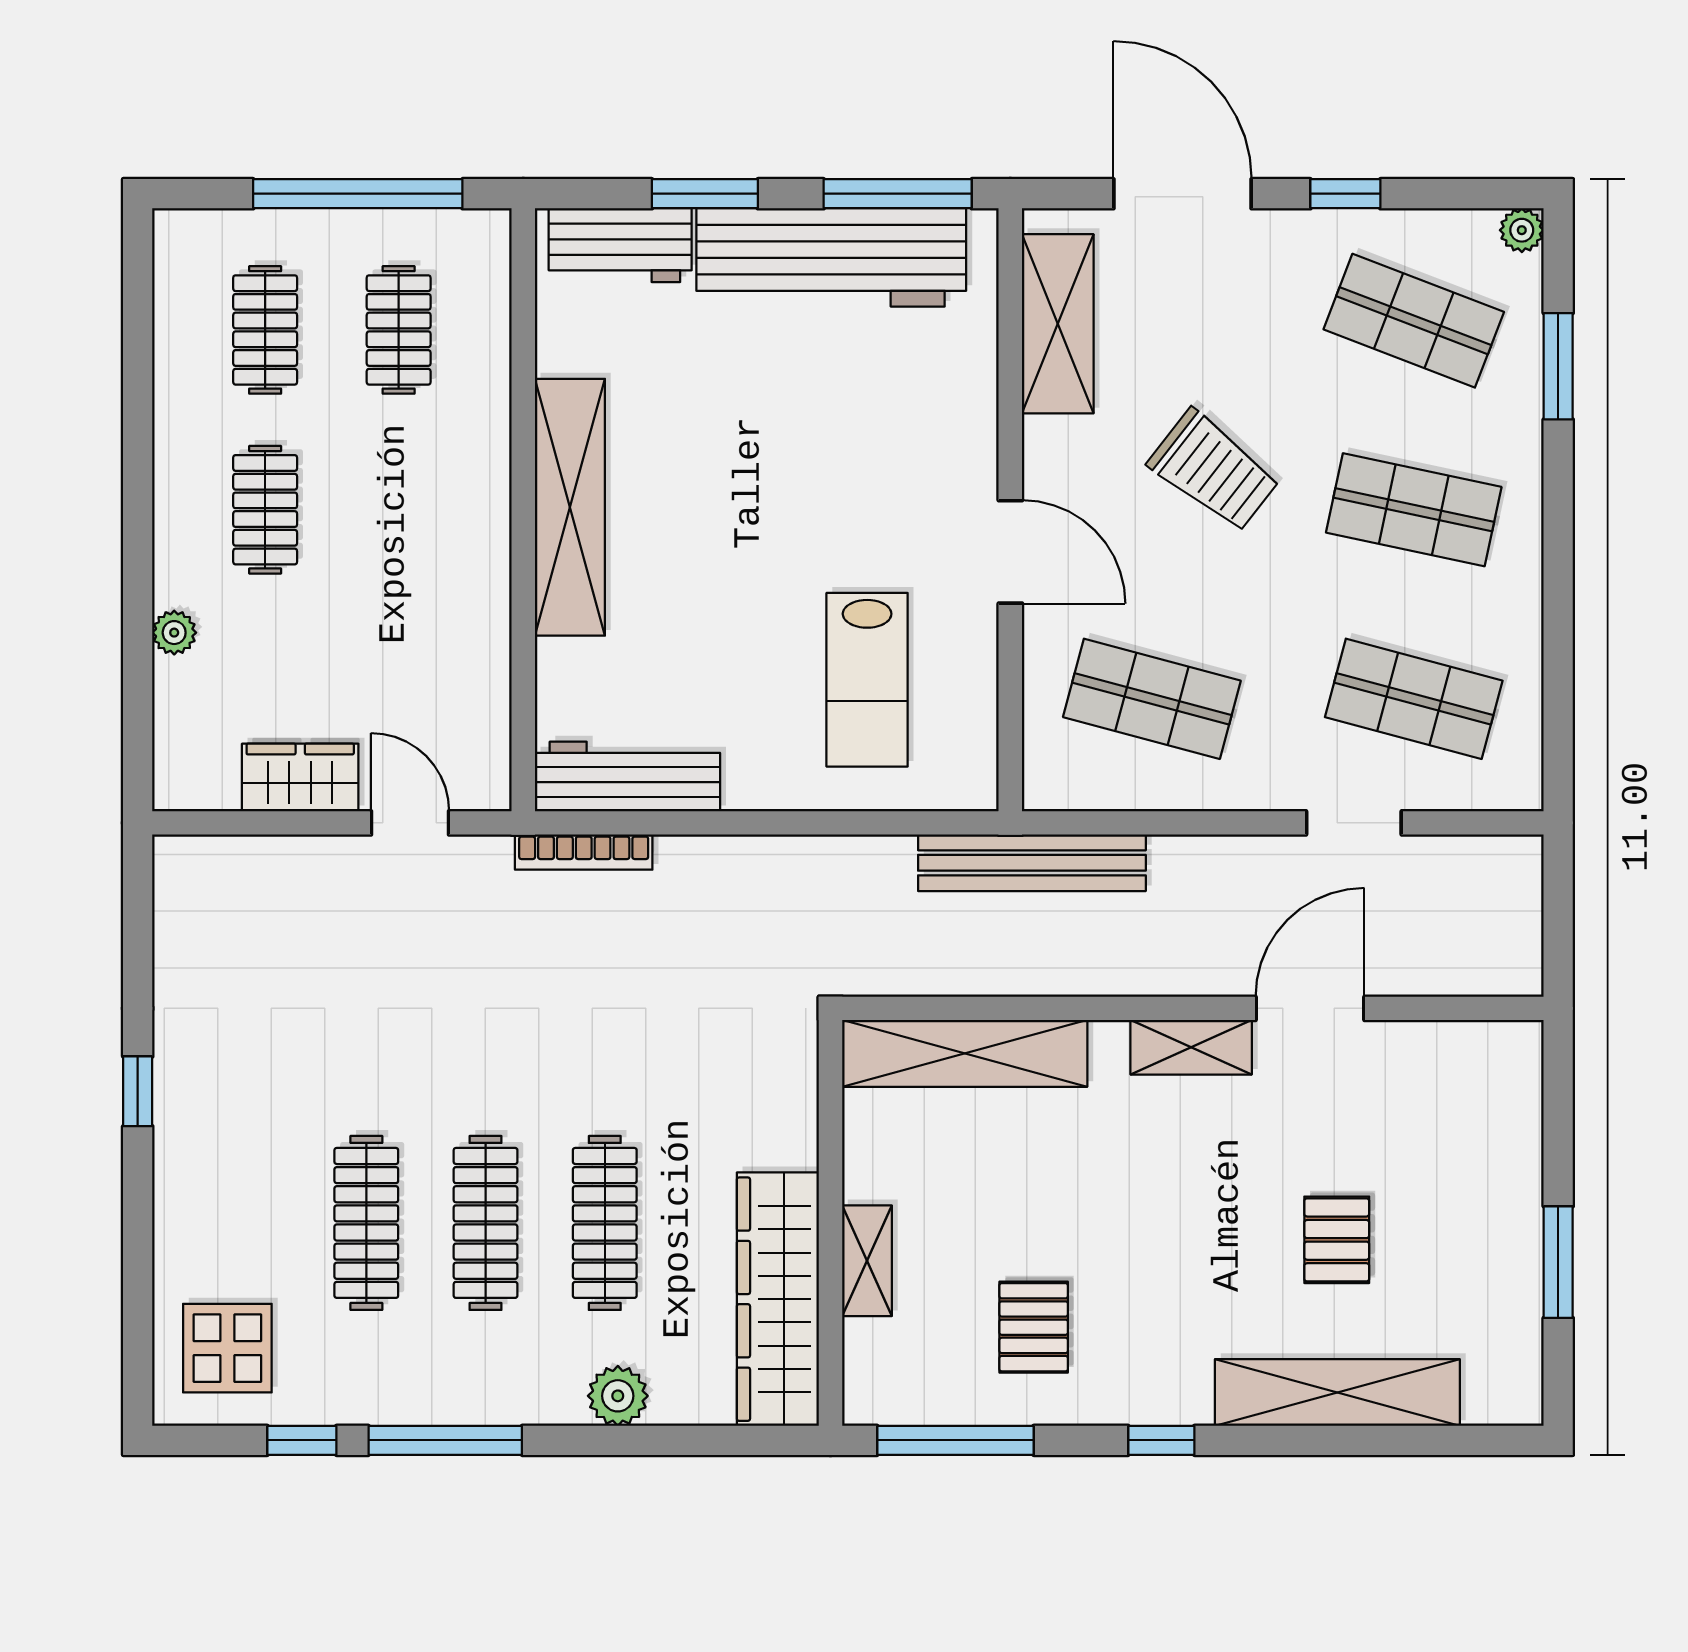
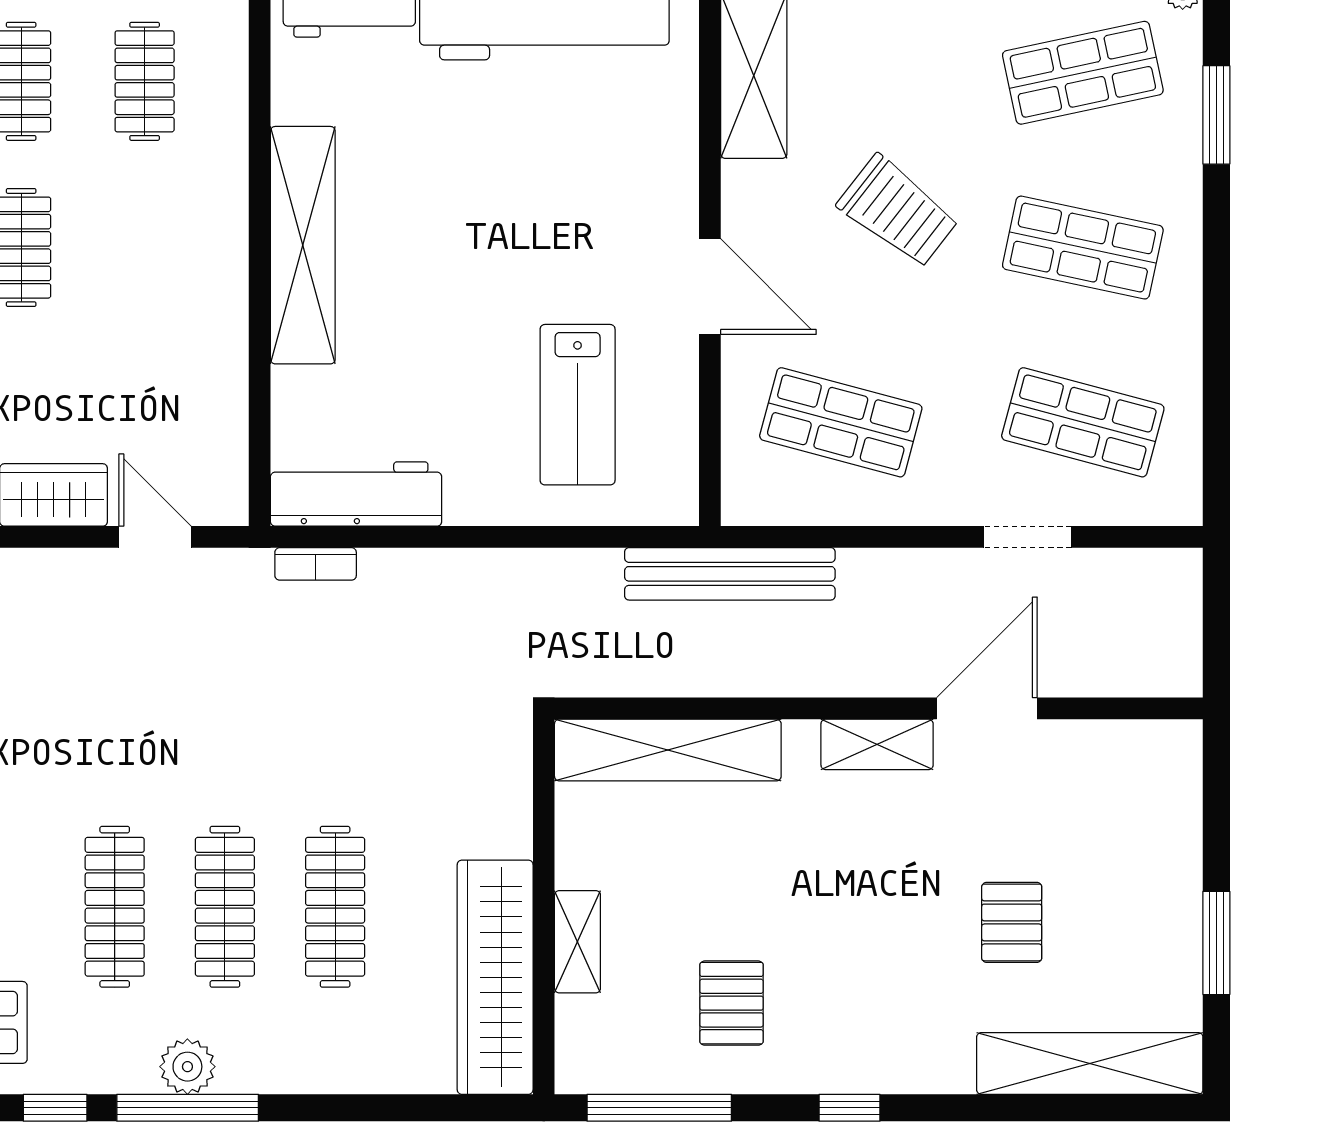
shop shelf: (1414, 321) -> (1083, 73), turned -33
bookcase: (584, 852) -> (316, 564), width x0.64
shelving: (1337, 1392) -> (1090, 1063), moved
plant: (618, 1396) -> (187, 1067), moved

